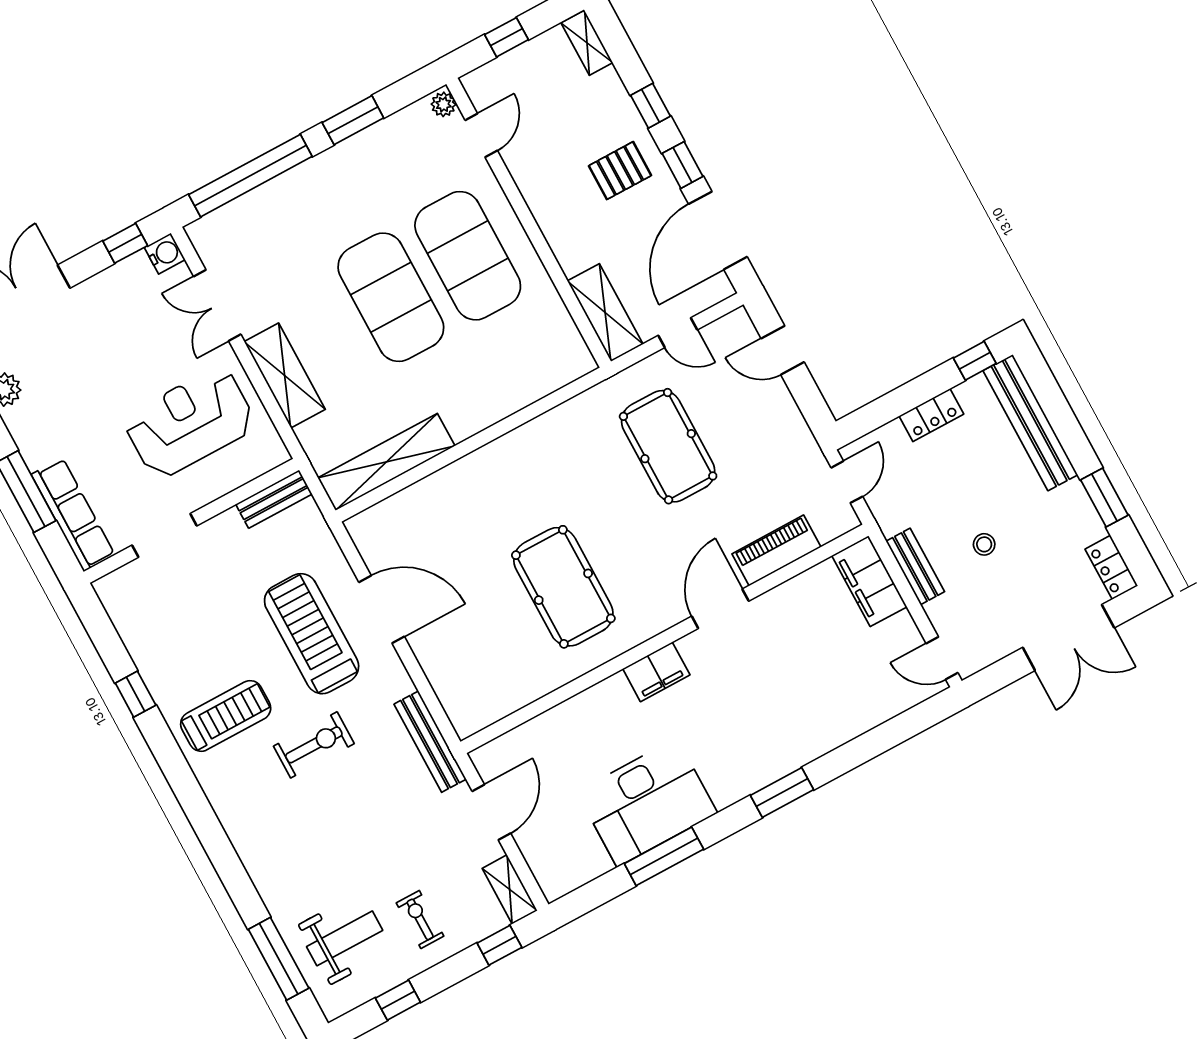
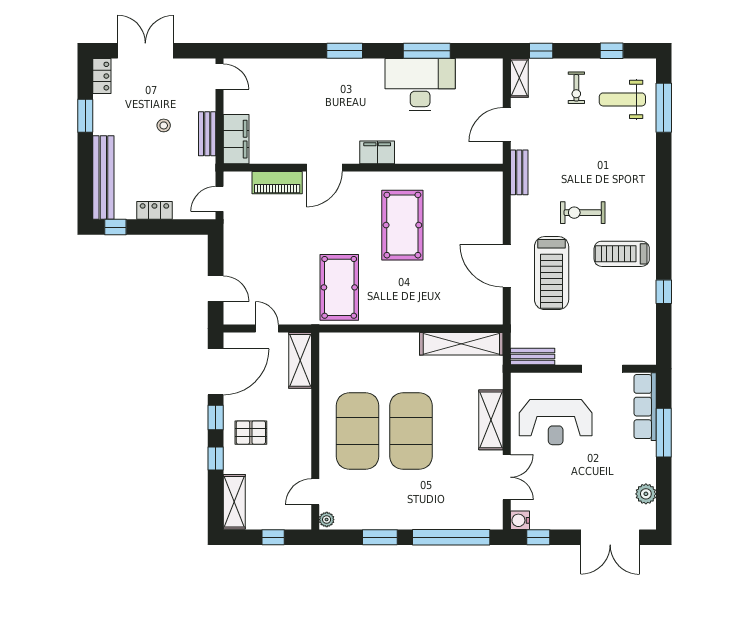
shelving: (587, 43) -> (234, 502), width x1.50, depth x1.33
pool table: (668, 446) -> (339, 287), moved
bench: (430, 742) -> (519, 172), width x0.73

